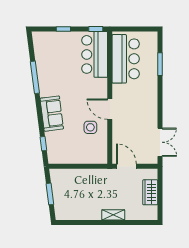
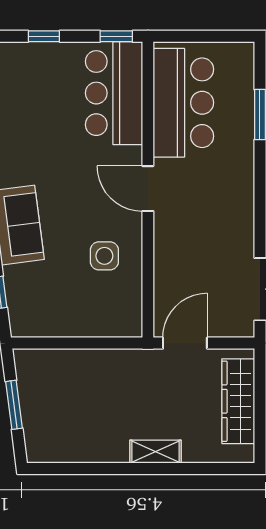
door: (110, 109) -> (148, 189), moved
door: (126, 166) -> (185, 343), hinge flipped
wardrobe: (150, 192) -> (238, 401), width x1.50

